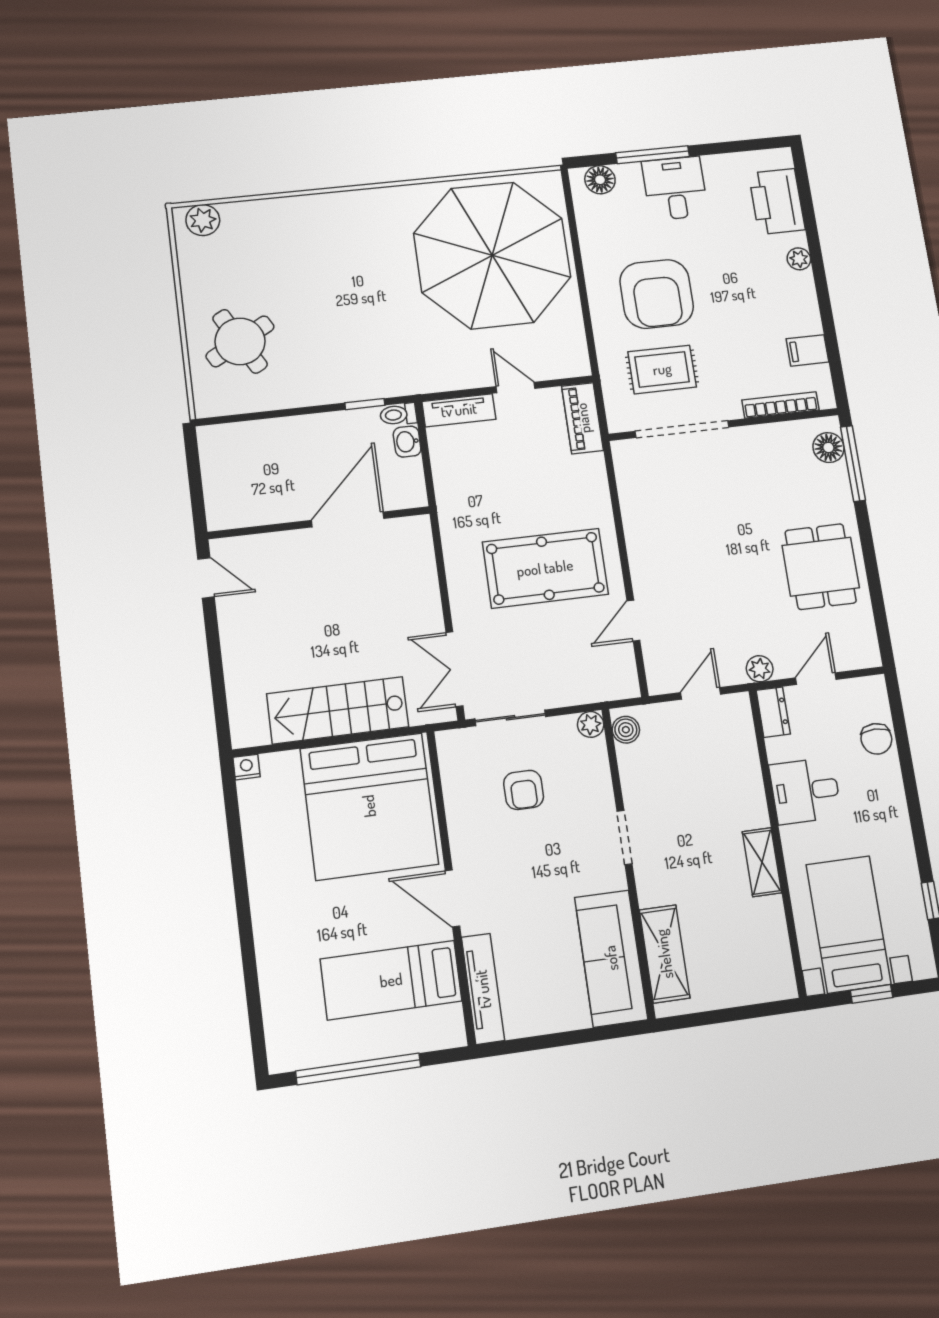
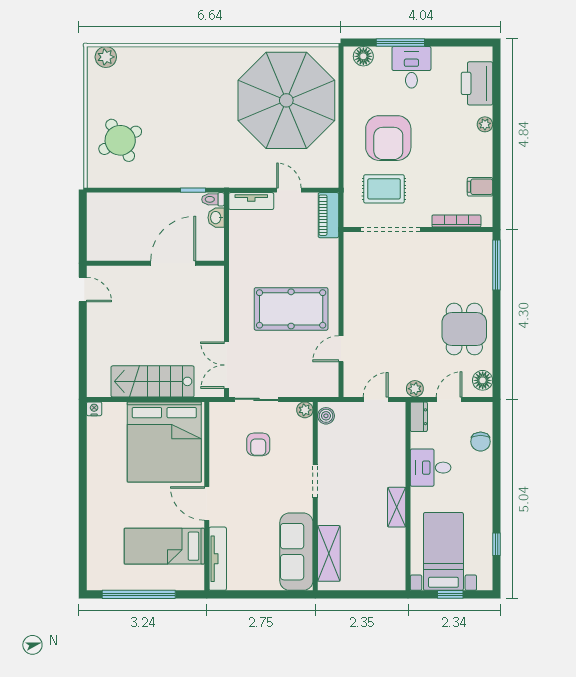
floor lamp: (828, 448) -> (483, 380), moved

